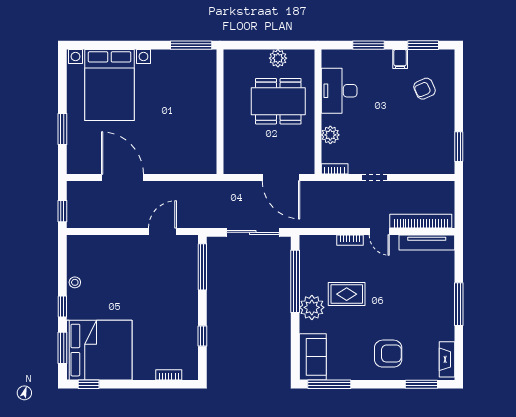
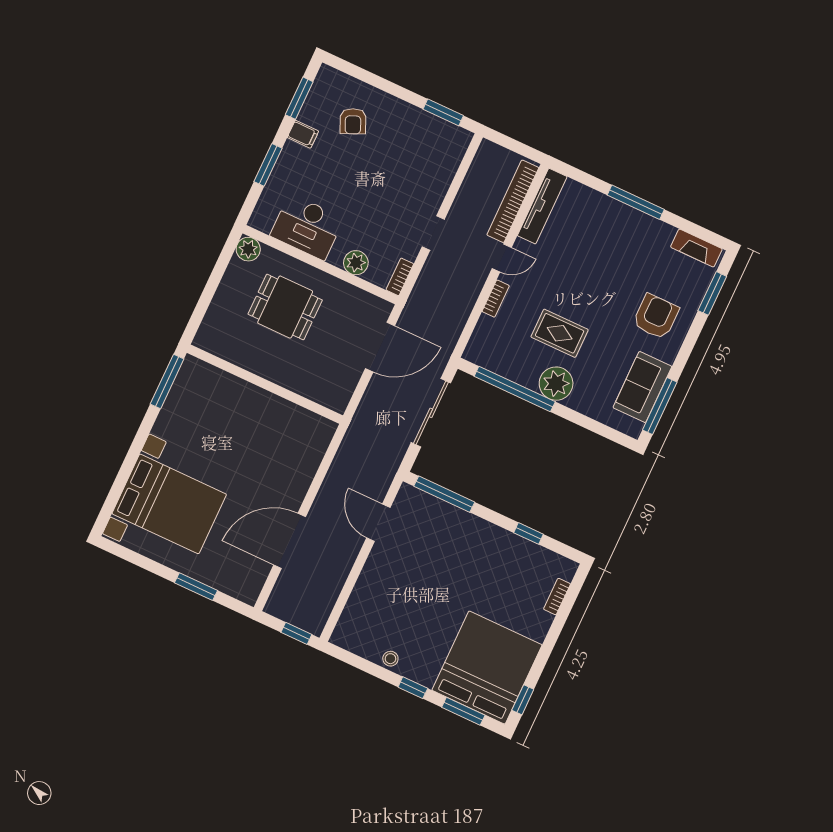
plant: (278, 58) -> (248, 249), moved
dining table: (278, 101) -> (285, 307), width x0.73
rug: (347, 294) -> (560, 333), turned 90
sofa: (313, 357) -> (642, 387), moved, turned -90

